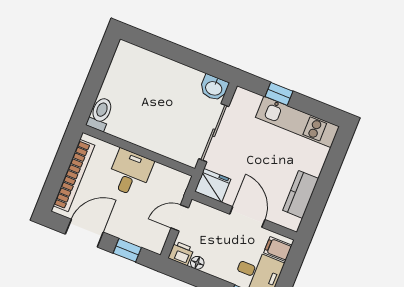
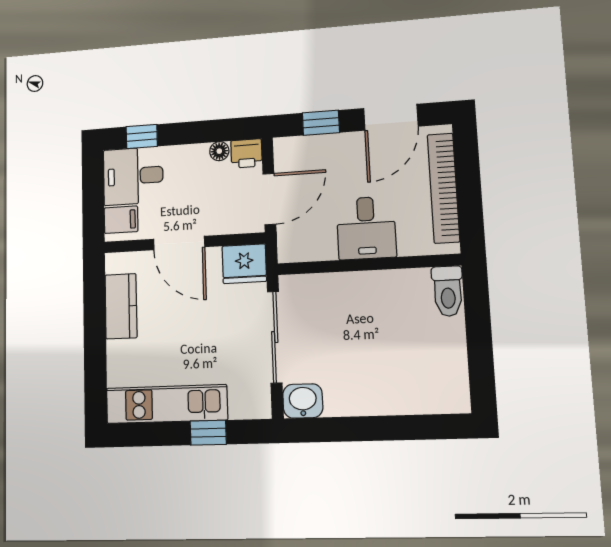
door: (180, 218) -> (269, 199), width x1.38

